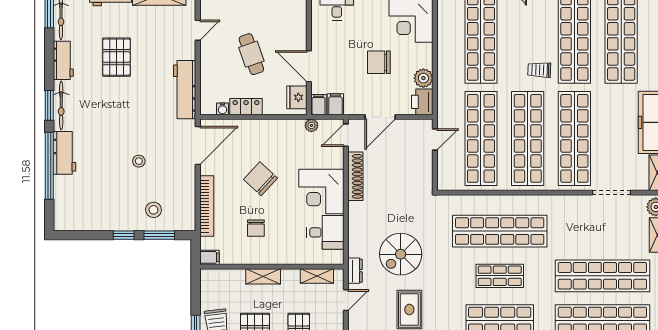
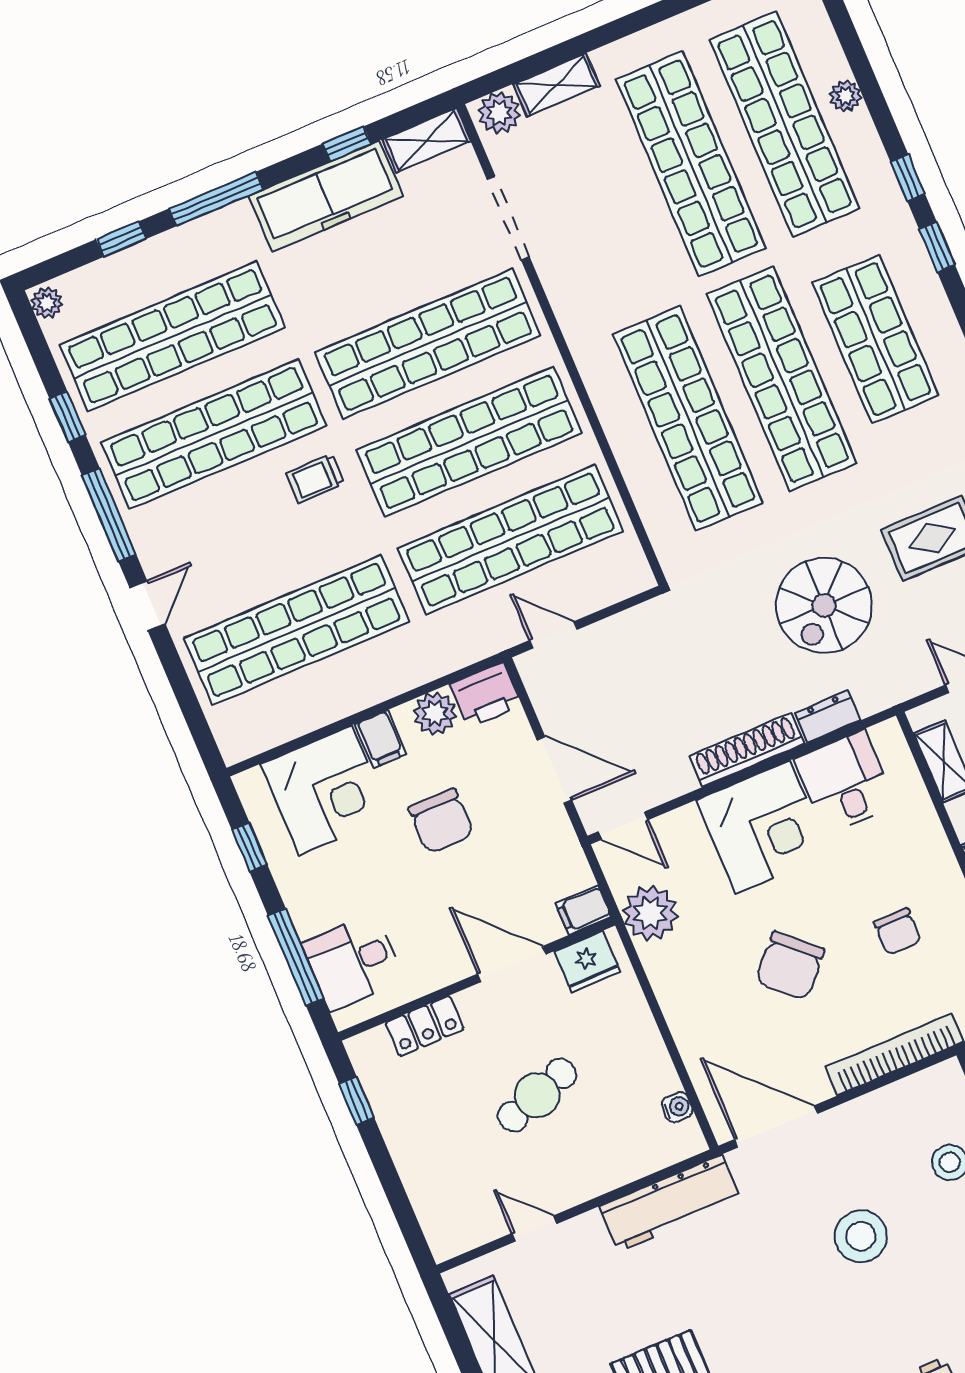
door: (309, 66) -> (512, 964), swing flipped
trolley: (539, 70) -> (315, 478), turned 88
filing cabinet: (335, 104) -> (381, 739), moved, turned -90
locker: (246, 107) -> (425, 1026), moved, turned -90
plant: (311, 125) -> (650, 913), width x1.88, depth x1.88
stool: (139, 161) -> (861, 1236), width x1.89, depth x1.89
shoe rack: (355, 176) -> (747, 750), moved
chair: (256, 228) -> (897, 932), turned 90
spiral stairs: (401, 254) -> (824, 605), turned 90
dresser: (355, 271) -> (828, 717), moved
shop shelf: (500, 276) -> (782, 379), width x2.00, depth x1.36

